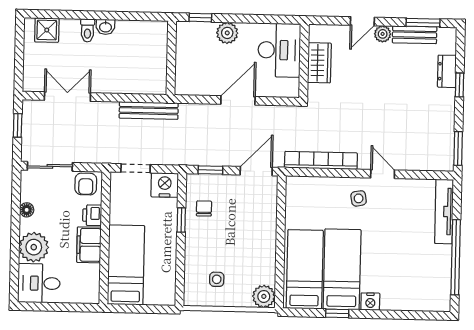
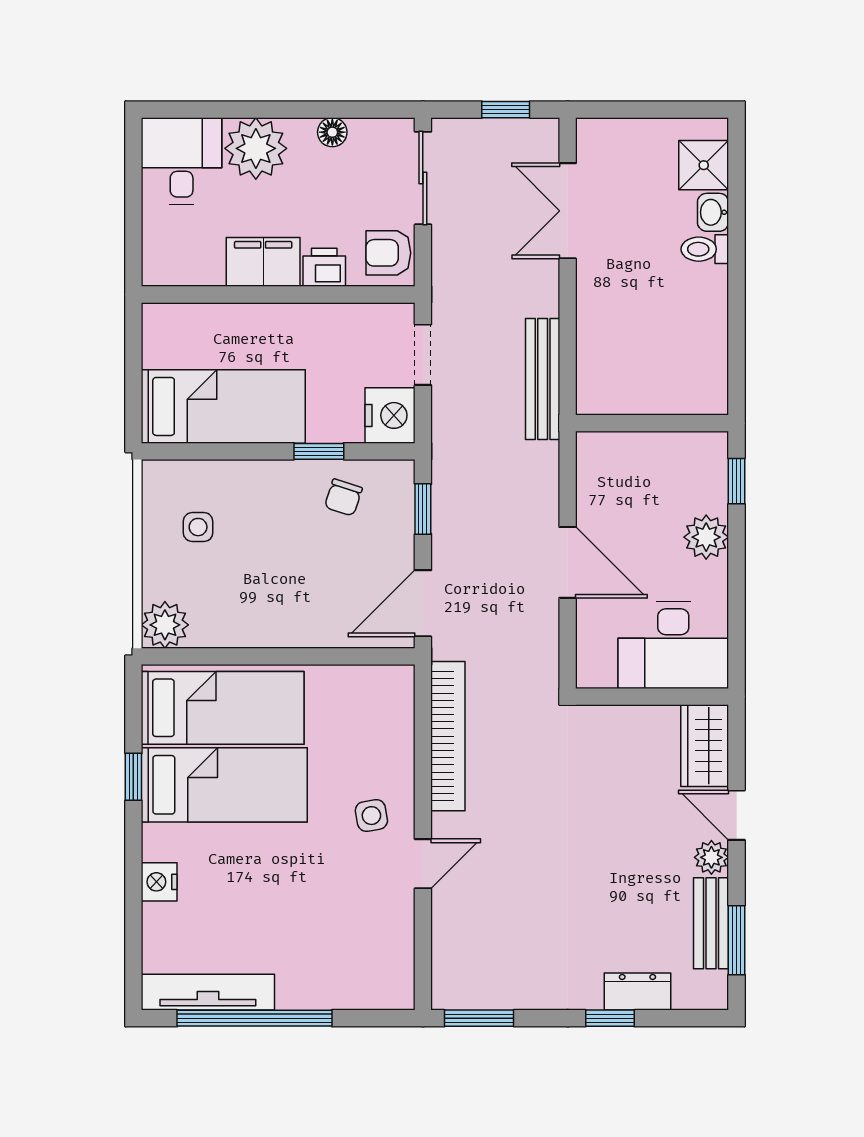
washbasin: (105, 27) -> (713, 212), moved
wardrobe: (319, 63) -> (705, 746), moved, turned 90
double door: (67, 97) -> (568, 211), swing flipped
door: (256, 171) -> (423, 603), swing flipped
chair: (204, 208) -> (343, 497), turned 108
tv unit: (444, 211) -> (208, 992), moved
bed: (126, 265) -> (223, 406), moved
nightstand: (370, 302) -> (159, 882), moved

